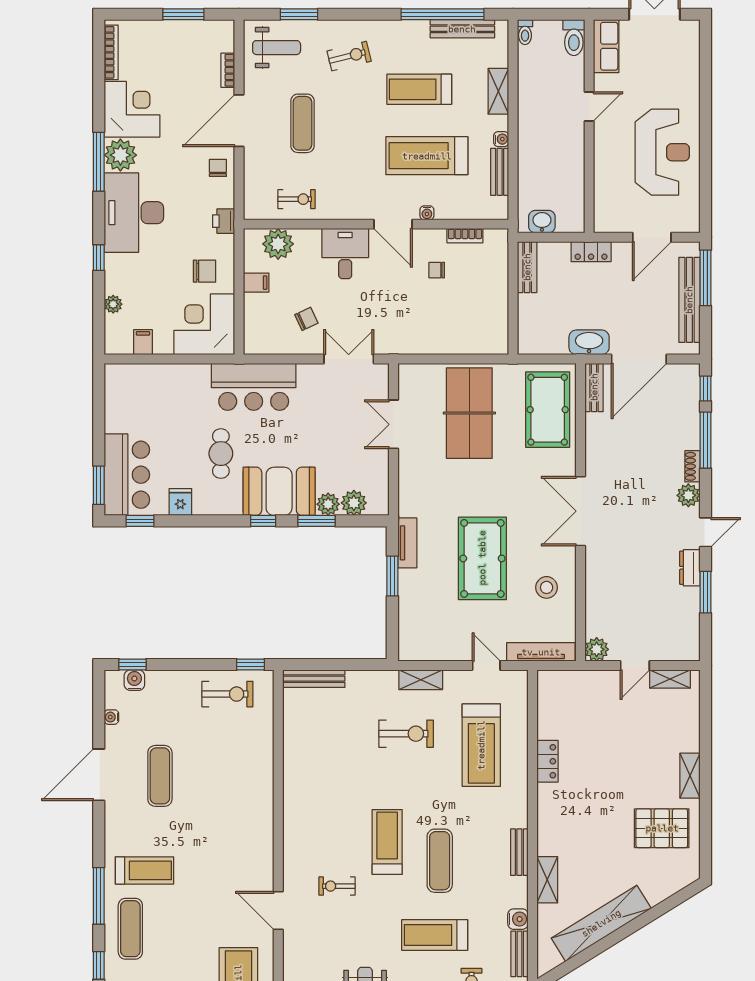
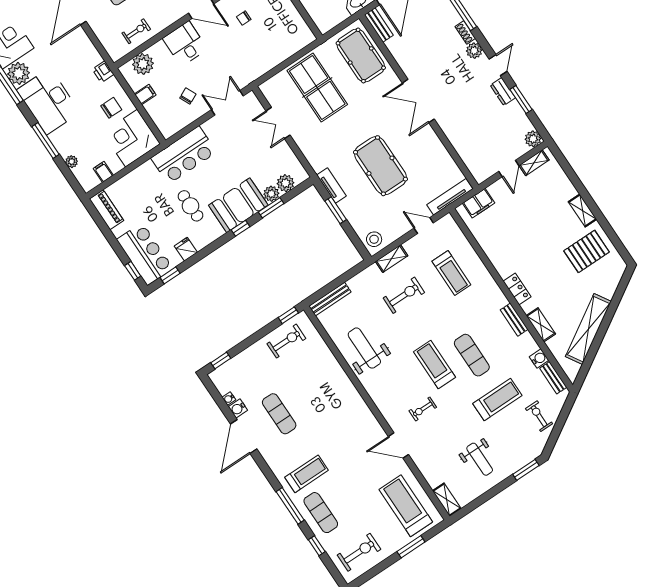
chair: (218, 168) -> (79, 43), removed
window: (99, 258) -> (46, 140), width x2.17
piano: (116, 390) -> (106, 210), added
window: (99, 485) -> (133, 271), width x0.67
stool: (547, 587) -> (374, 239), moved
plant: (597, 649) -> (533, 139), moved
water cooler: (134, 680) -> (238, 408), moved, turned -90
filing cabinet: (571, 683) -> (479, 203), added
treadmill: (481, 745) -> (451, 273), width x0.73, depth x0.73
locker: (548, 761) -> (517, 289), moved
weight bench: (316, 765) -> (364, 348), added
treadmill: (435, 935) -> (497, 400), turned 180

